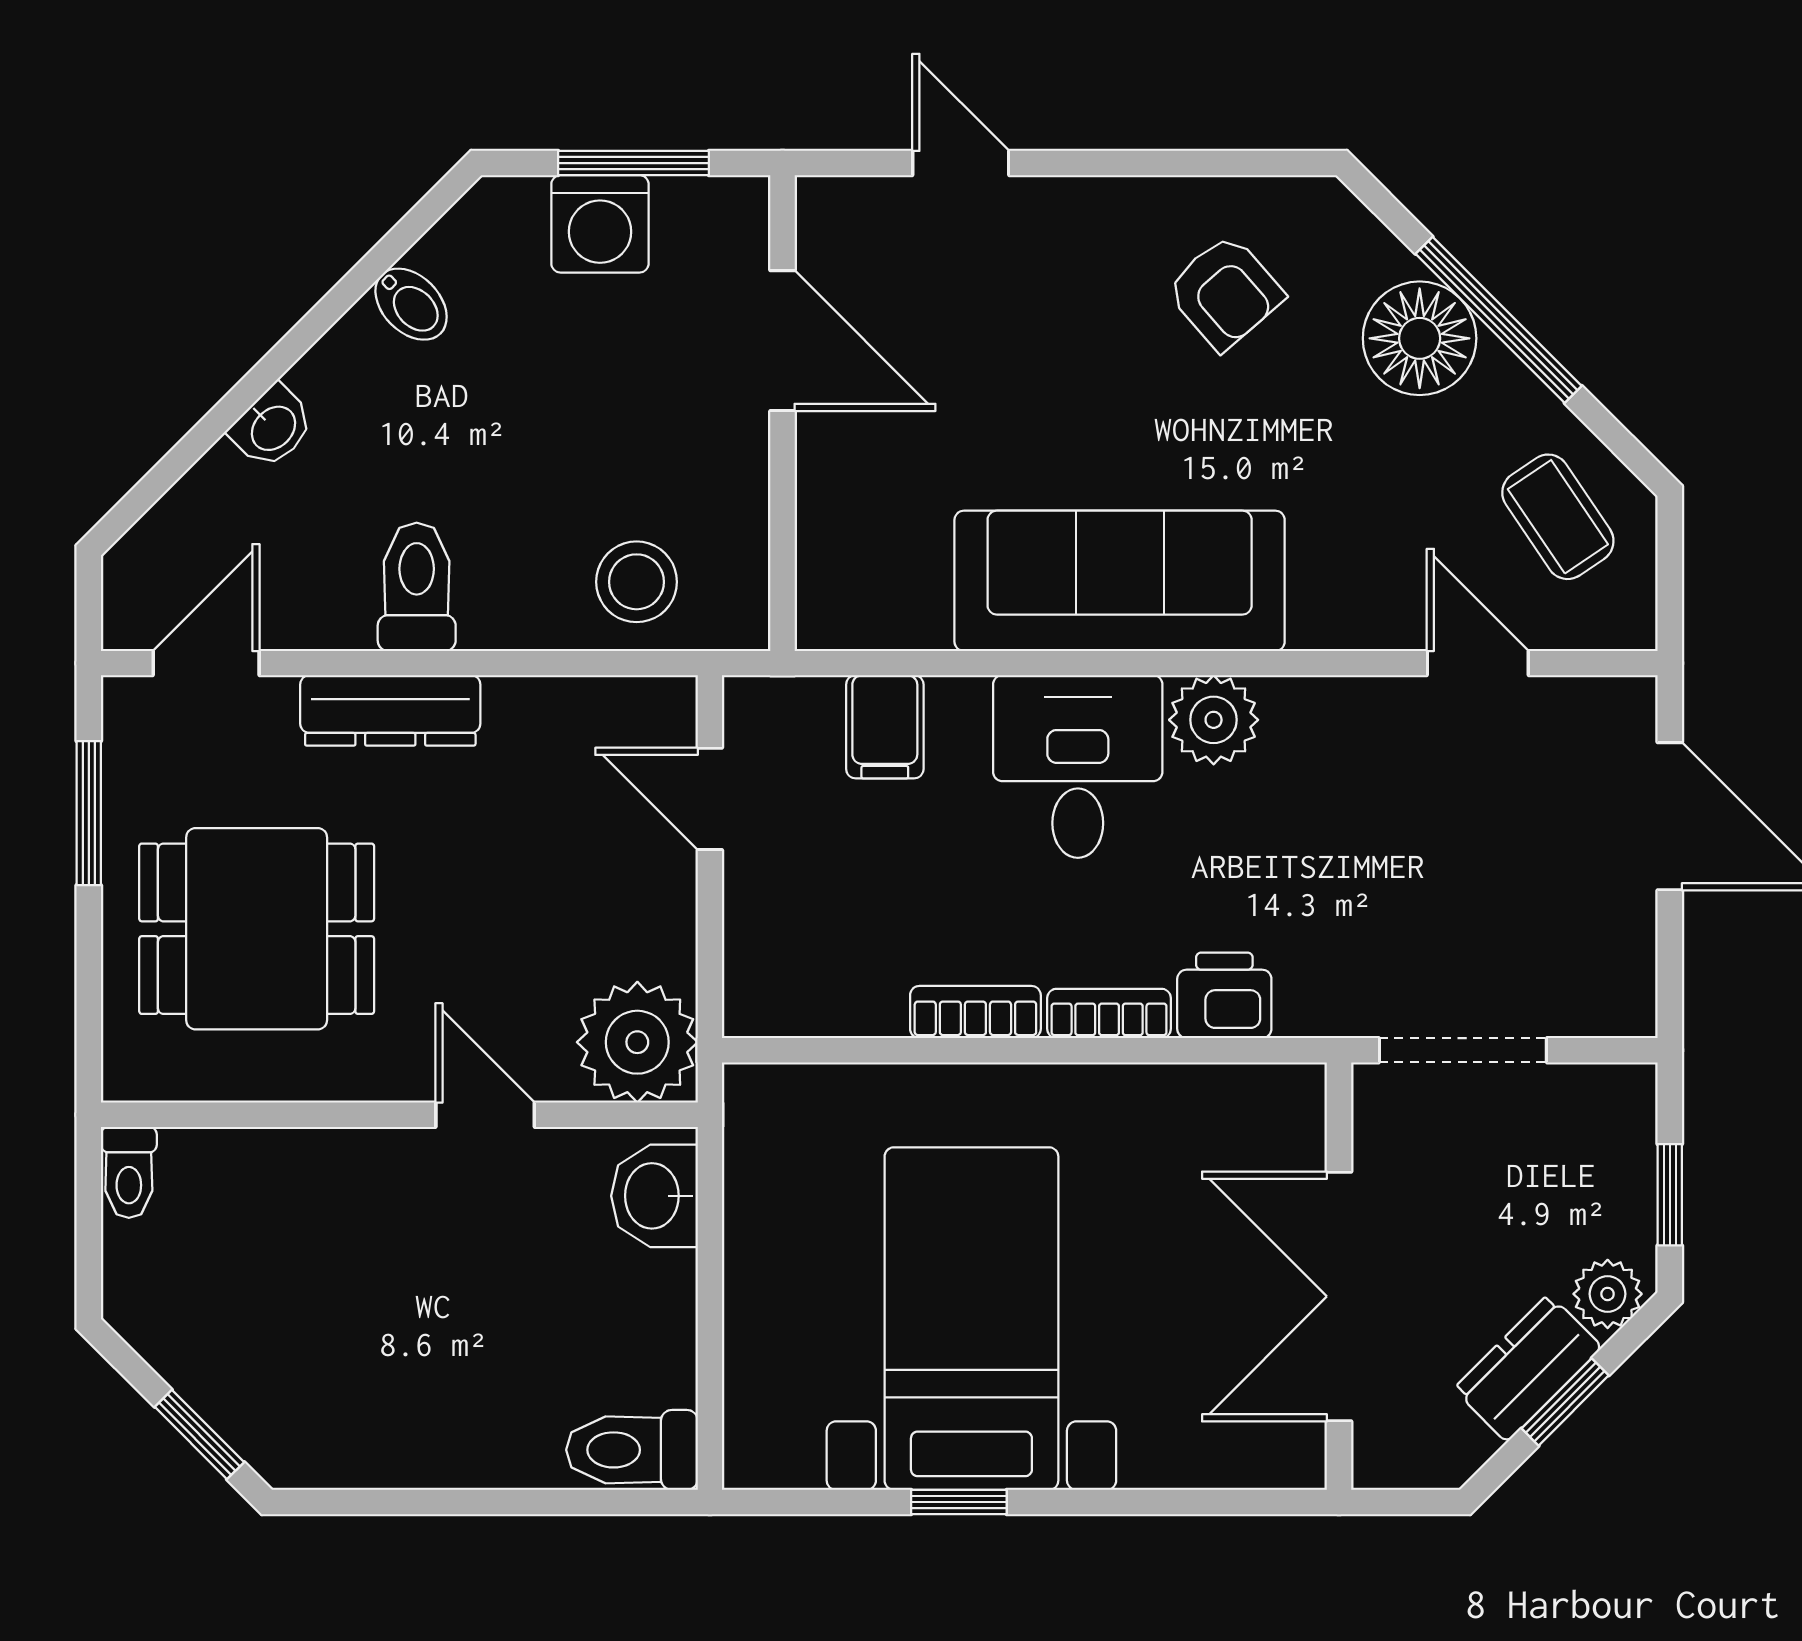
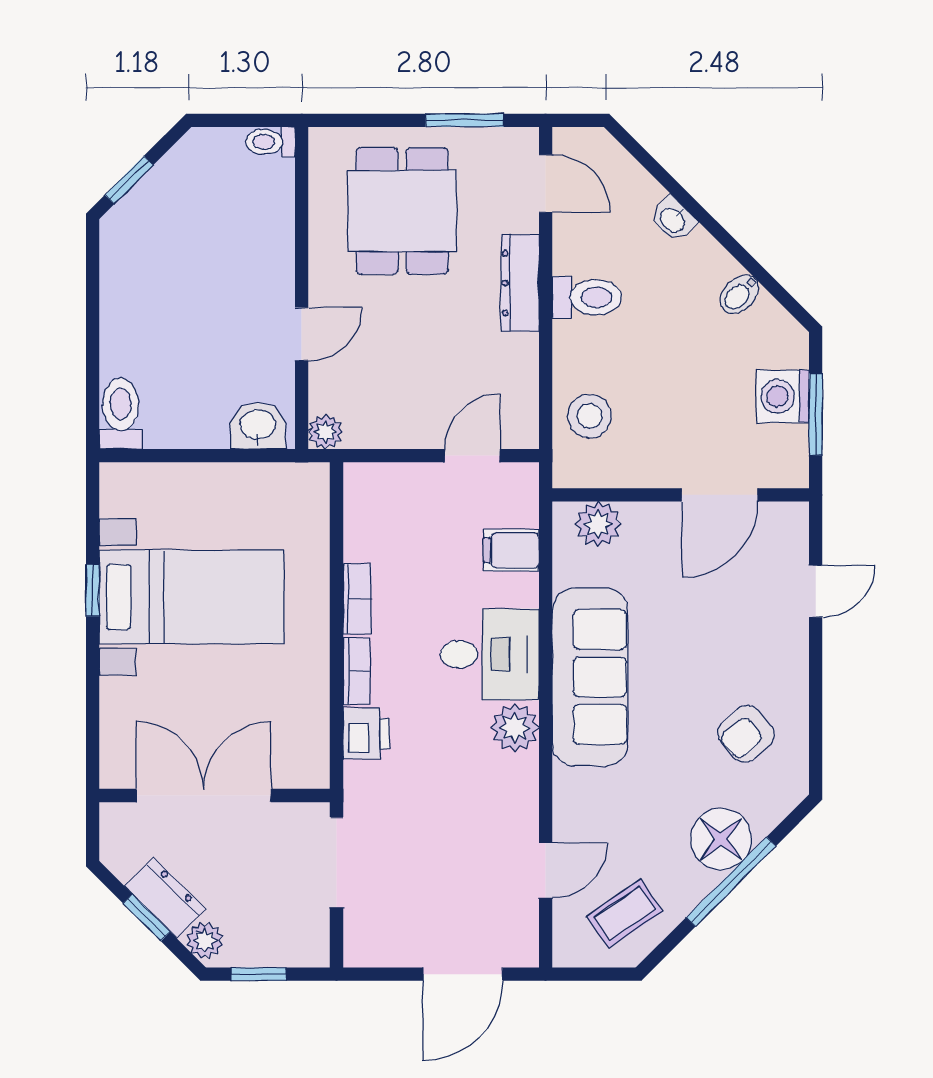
plant: (837, 566) -> (598, 524), added
plant: (637, 1042) -> (326, 432), width x0.53, depth x0.53

